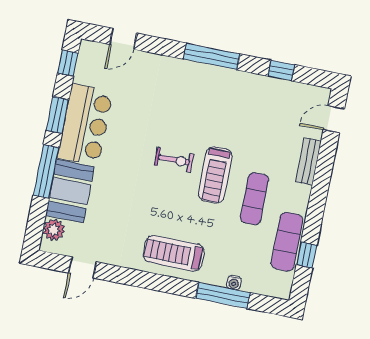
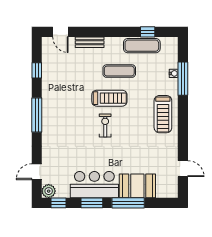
door: (123, 39) -> (37, 172), swing flipped
plant: (54, 230) -> (49, 191), moved

